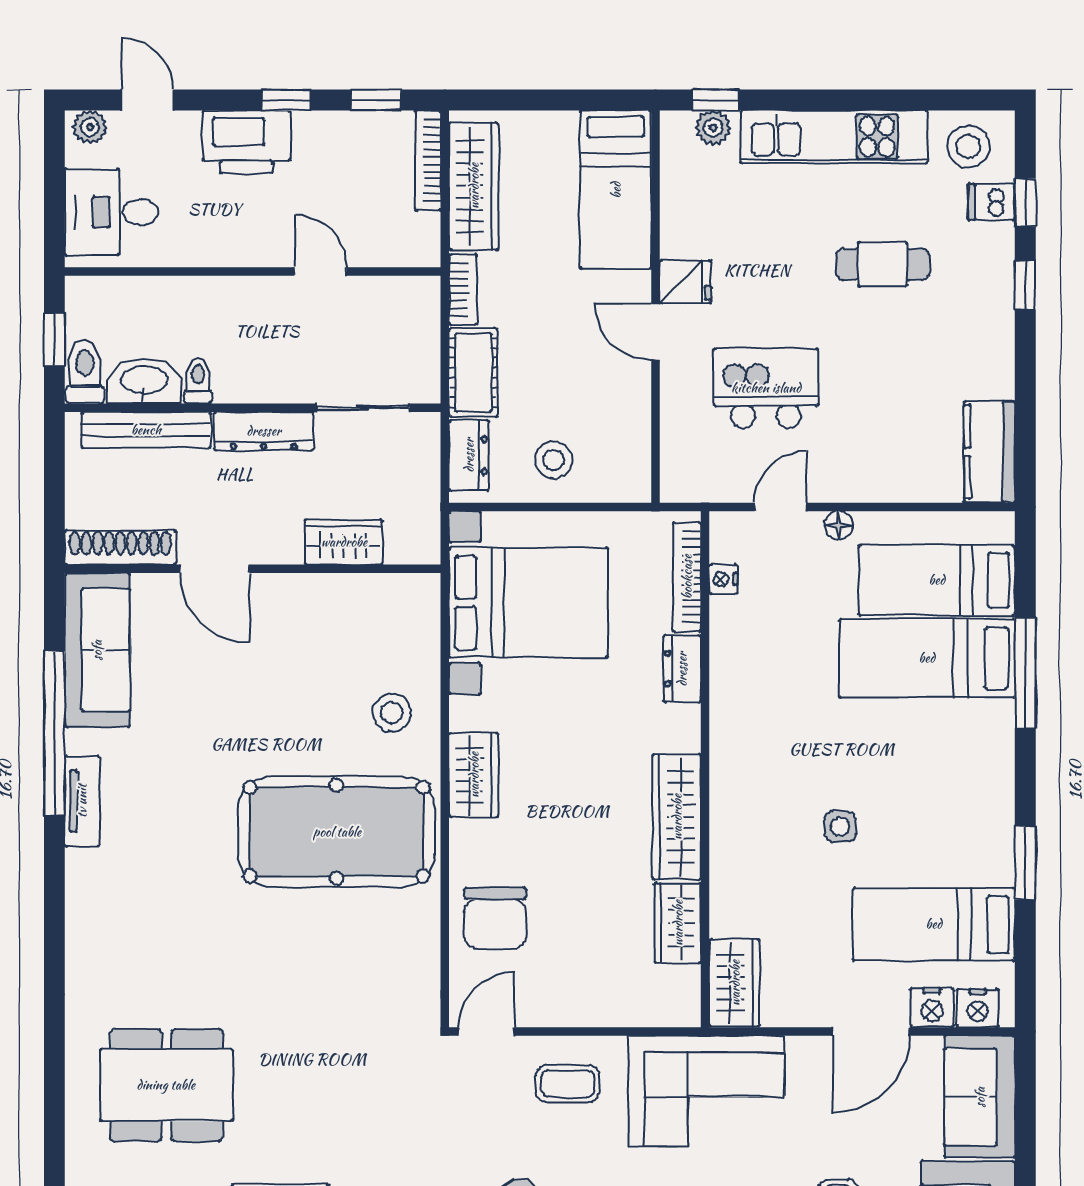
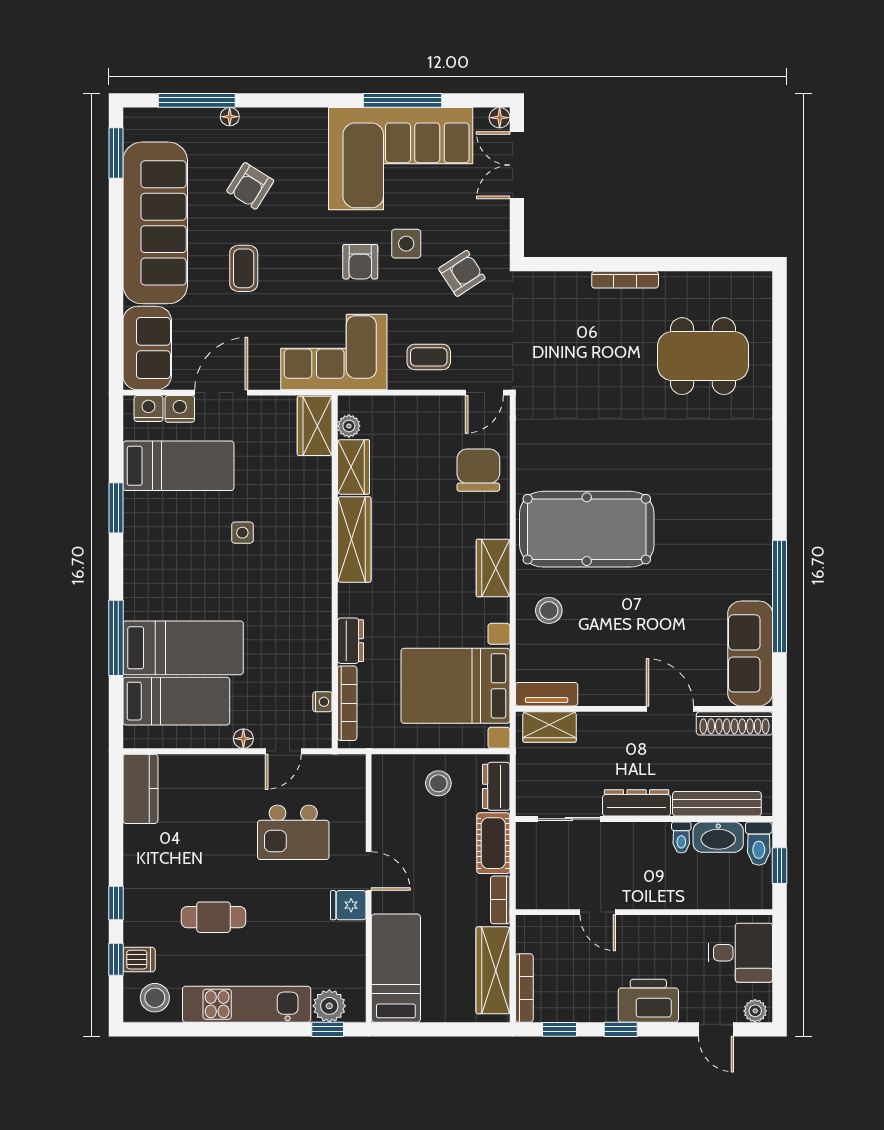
plant: (713, 128) -> (329, 1006), width x1.38, depth x1.38
wardrobe: (344, 542) -> (550, 727), moved
tv unit: (82, 801) -> (547, 694), moved, turned 90
plant: (684, 983) -> (349, 426), added

